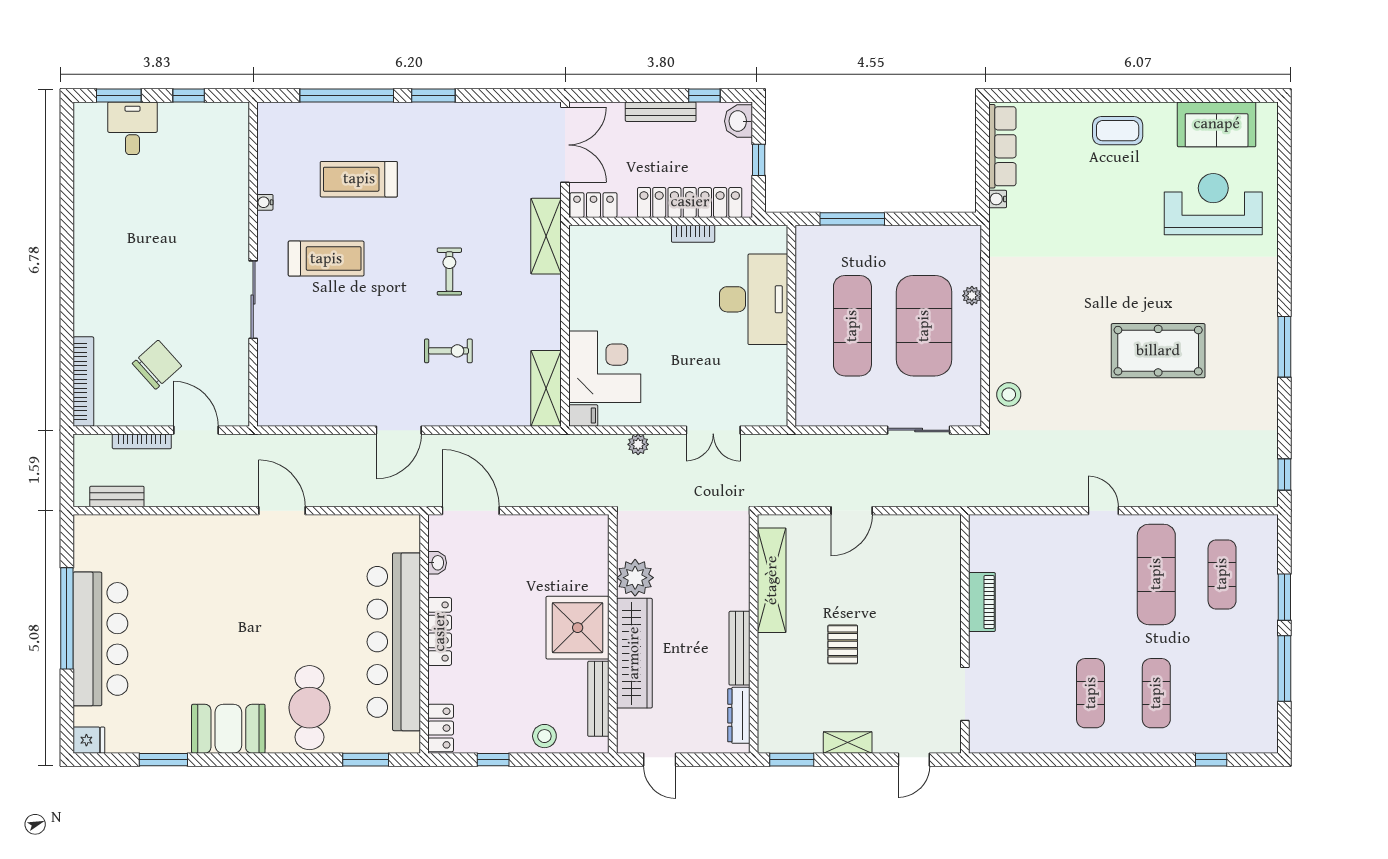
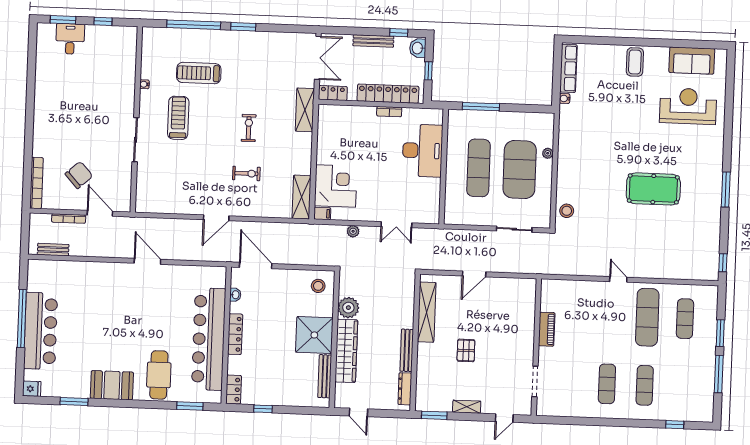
coffee table: (1118, 131) -> (635, 62), turned 90
treadmill: (326, 259) -> (178, 118), turned -90
stool: (544, 736) -> (318, 286), moved

